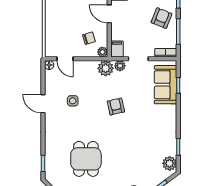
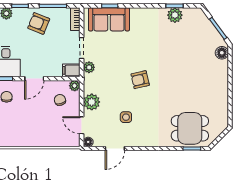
door: (65, 59) -> (82, 125), swing flipped
plant: (106, 68) -> (92, 102), moved
door: (43, 104) -> (115, 148), moved
armchair: (116, 106) -> (140, 80), moved
dining table: (86, 159) -> (190, 128), moved
plant: (170, 163) -> (175, 15), moved

